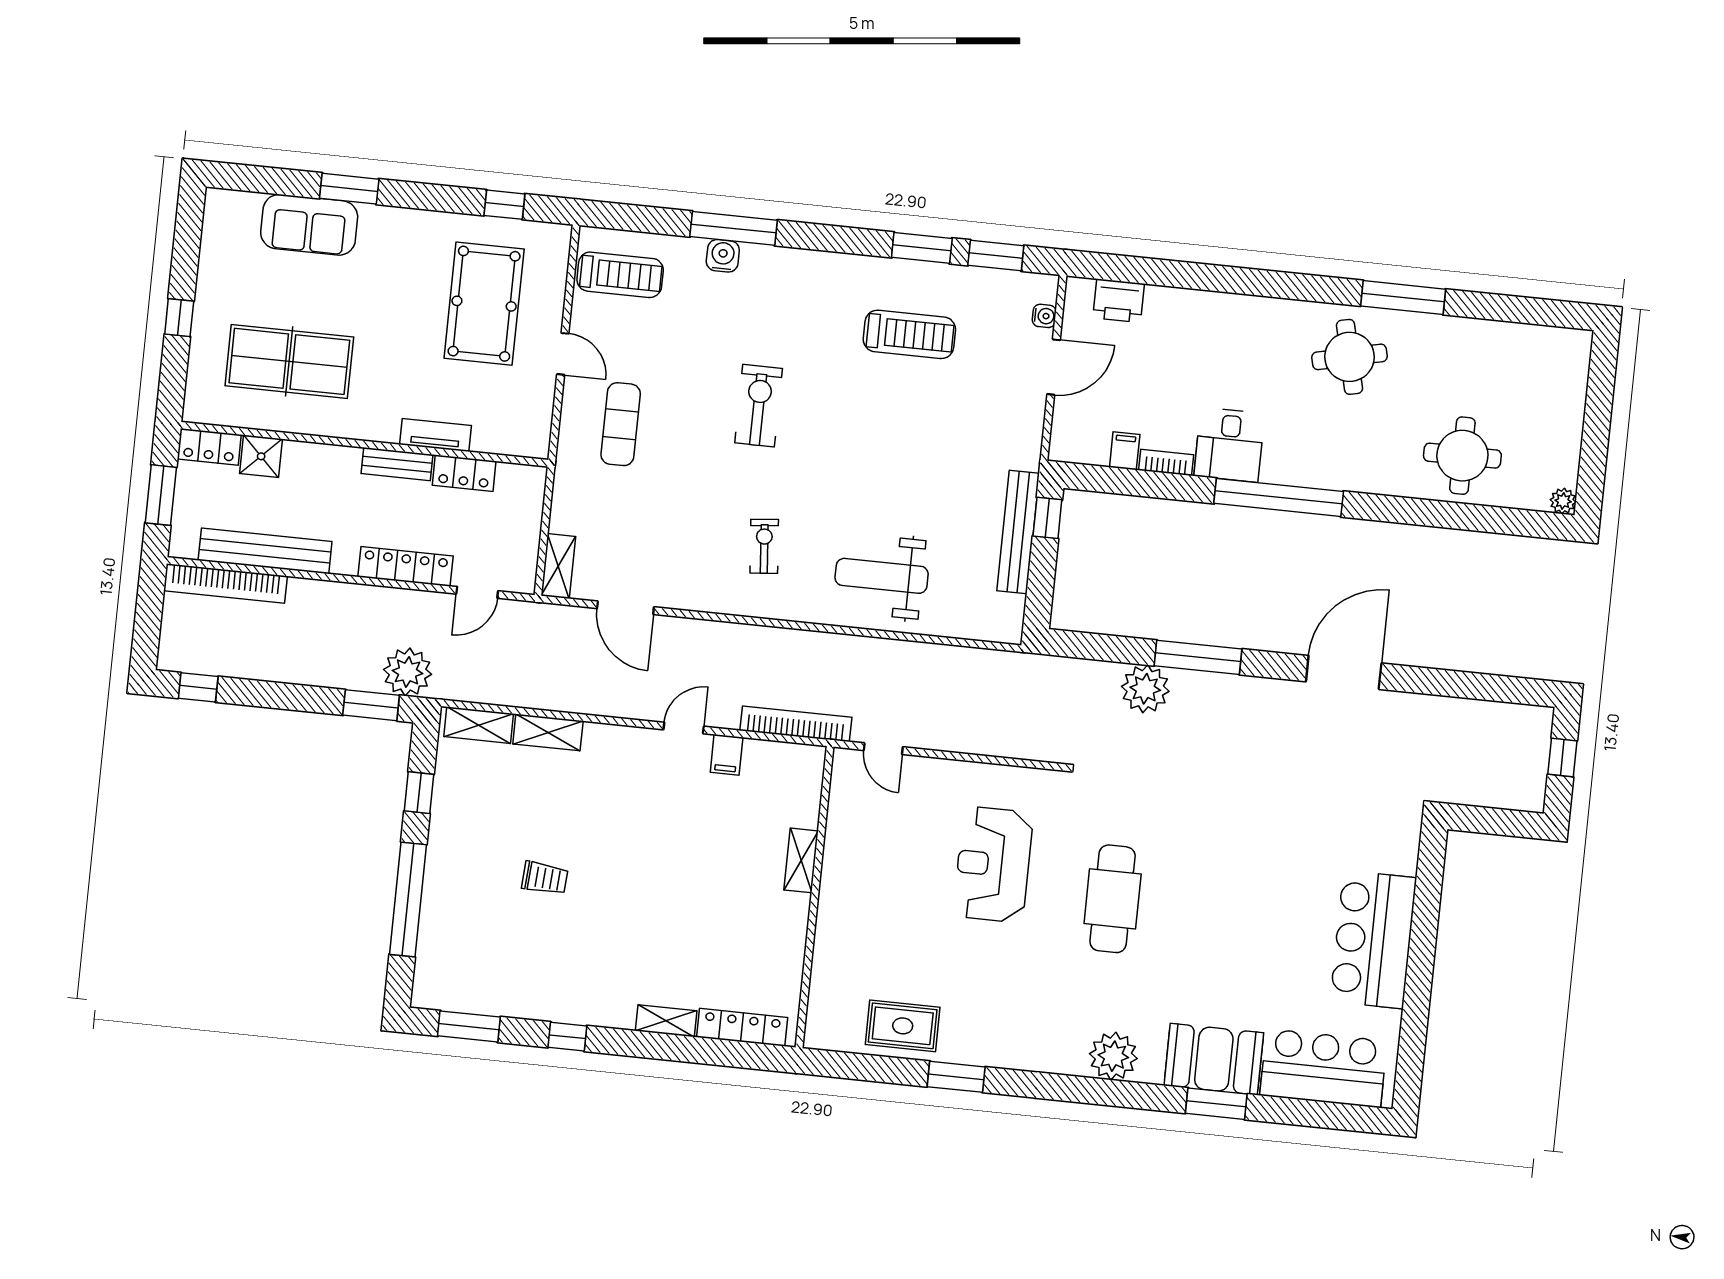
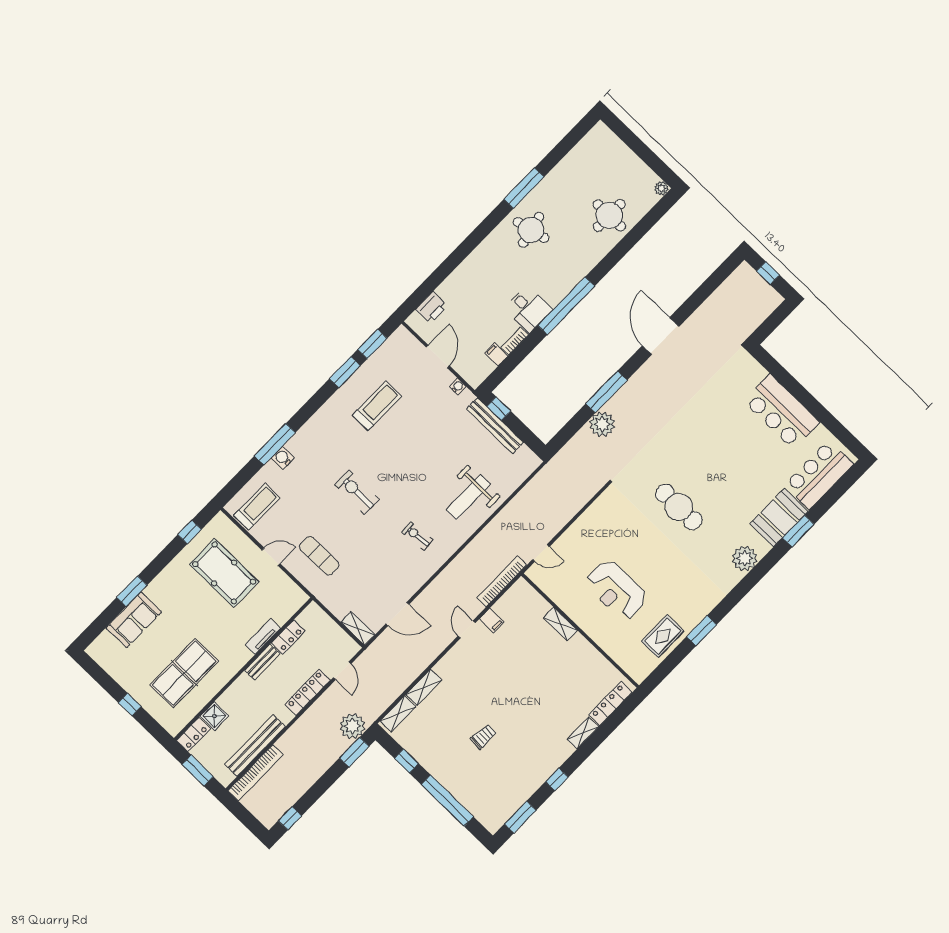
water cooler: (1044, 316) -> (458, 387), moved
reception desk: (993, 864) -> (616, 590), moved

